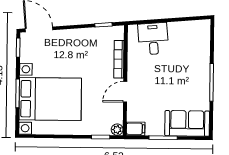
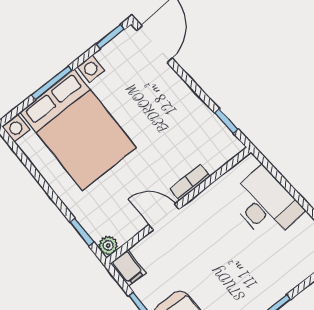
desk: (153, 39) -> (266, 204), width x1.37
bookcase: (119, 59) -> (190, 183), width x0.64

